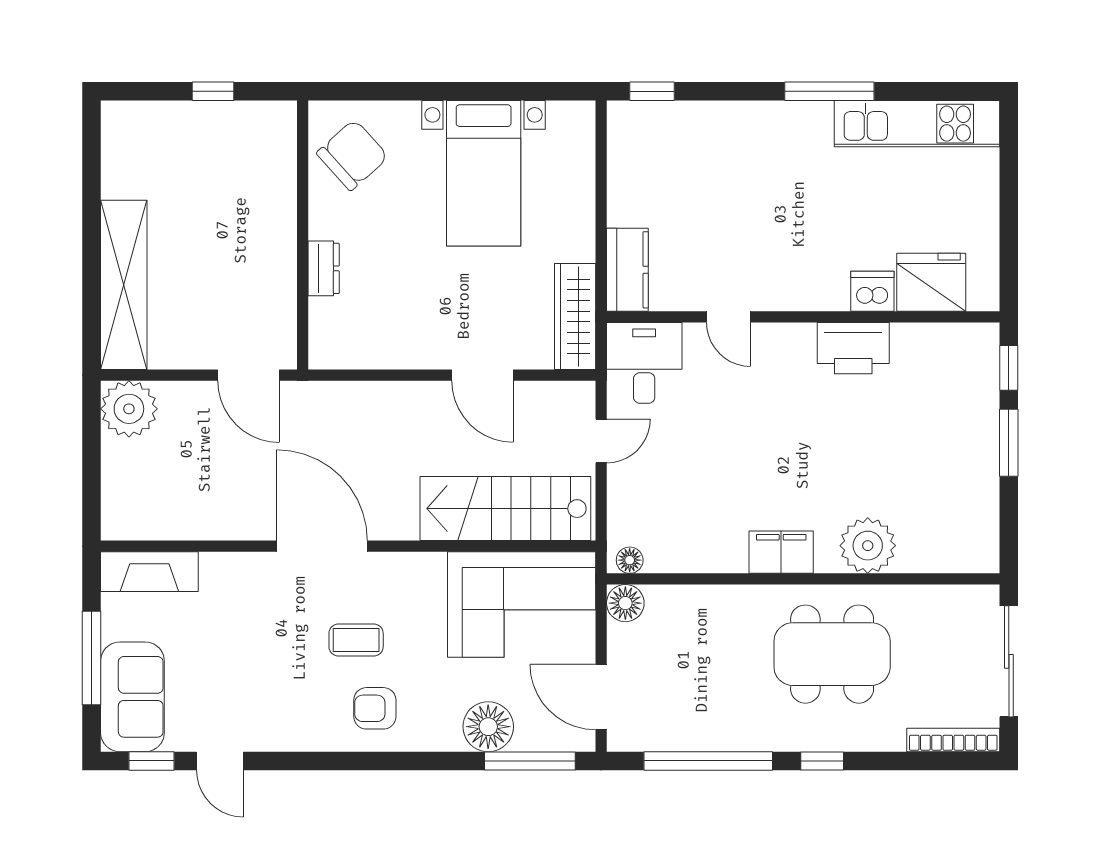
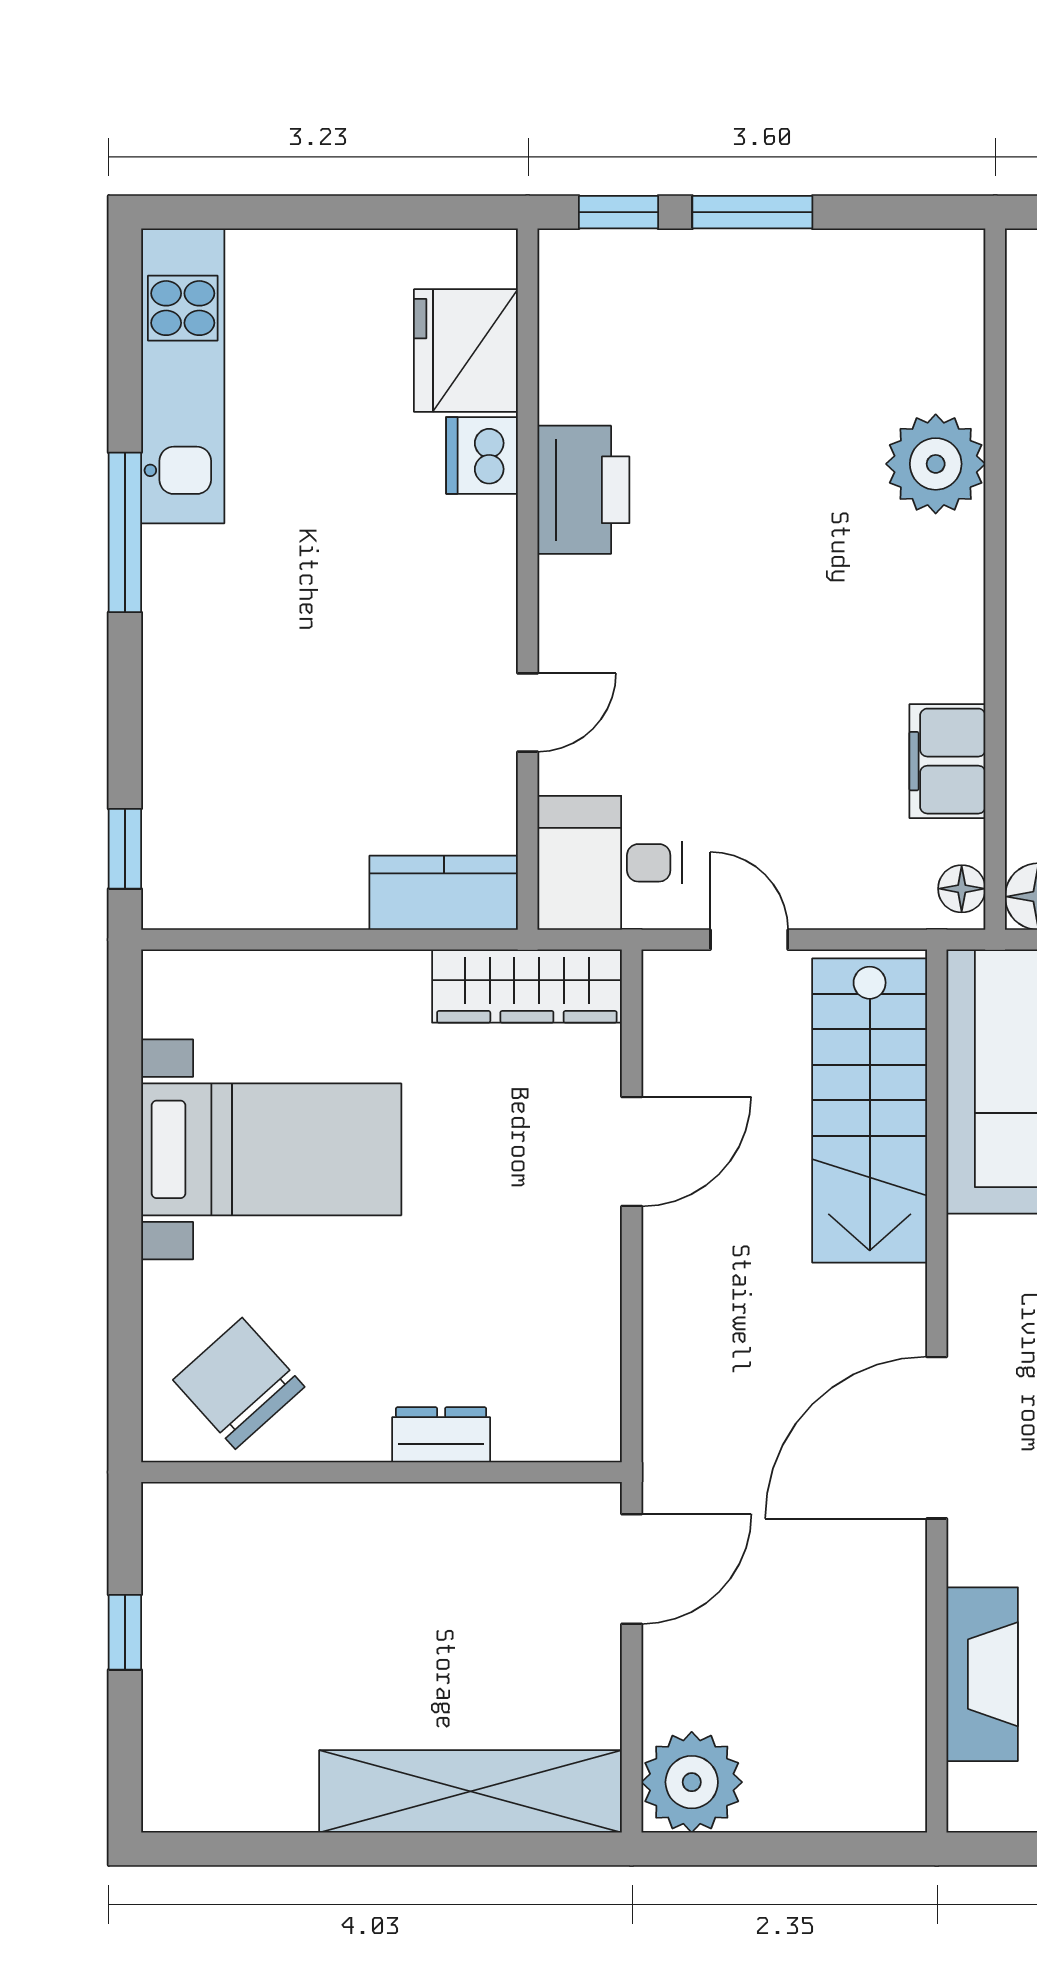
filing cabinet: (781, 552) -> (947, 761), moved
fireplace: (149, 572) -> (982, 1674), moved

